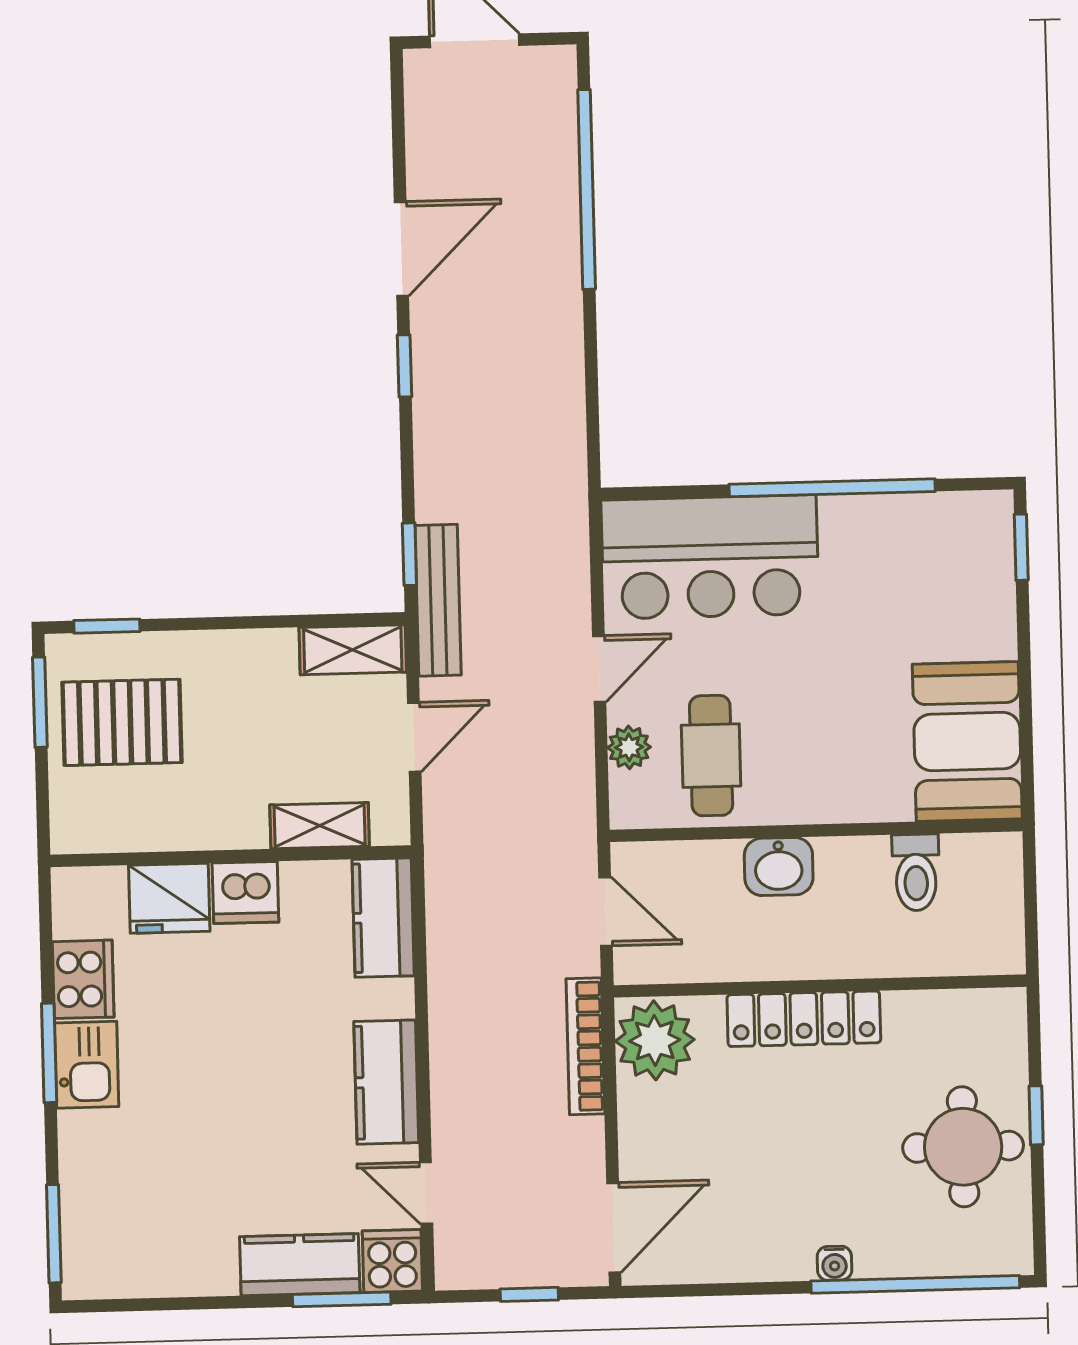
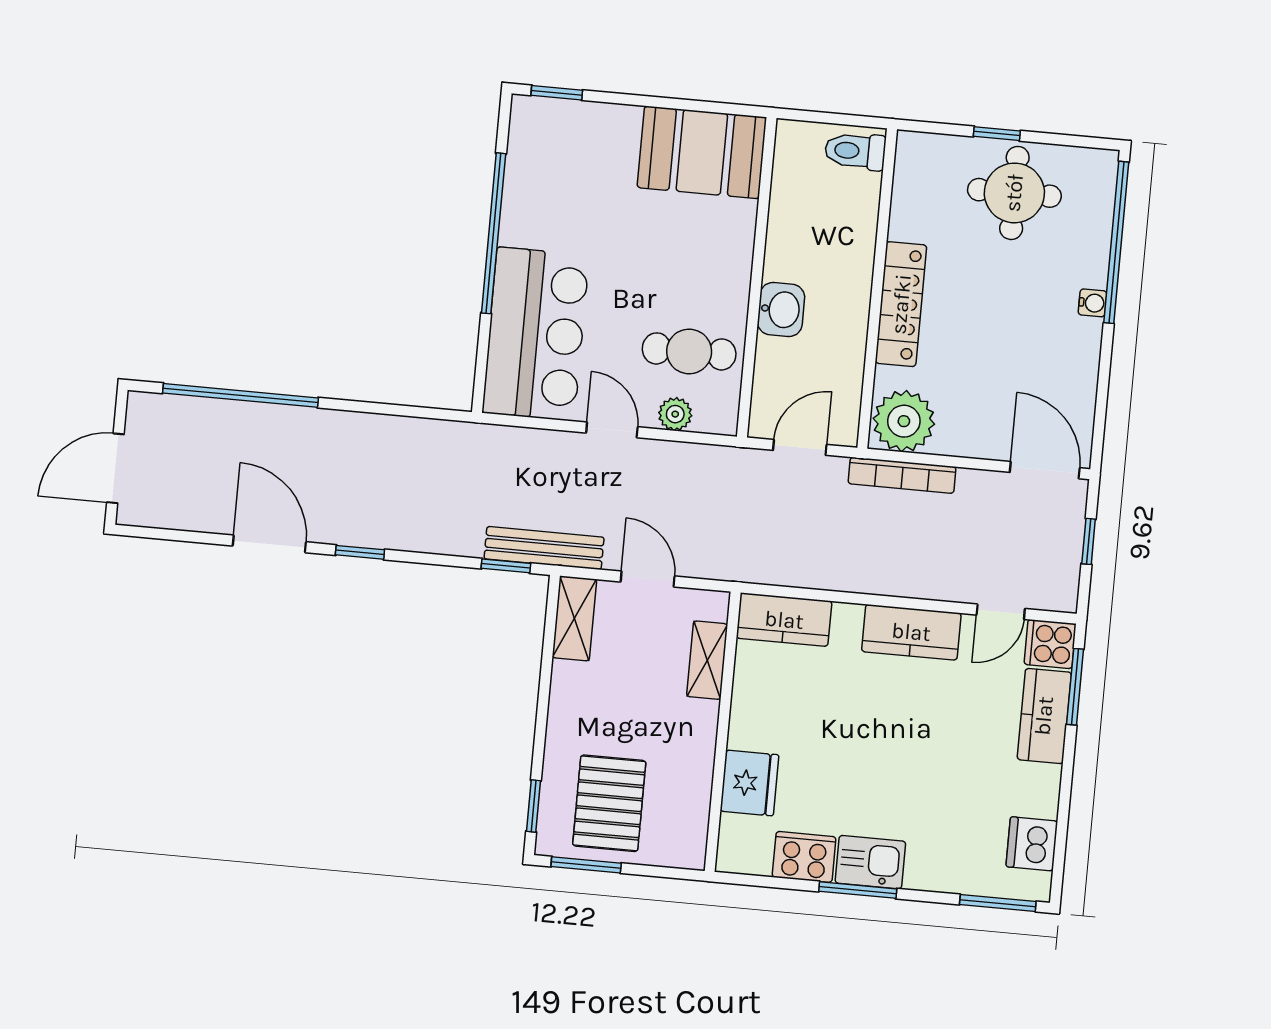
toilet: (916, 872) -> (855, 151), moved, turned 180
dishwasher: (245, 892) -> (1032, 844), moved, turned 180

